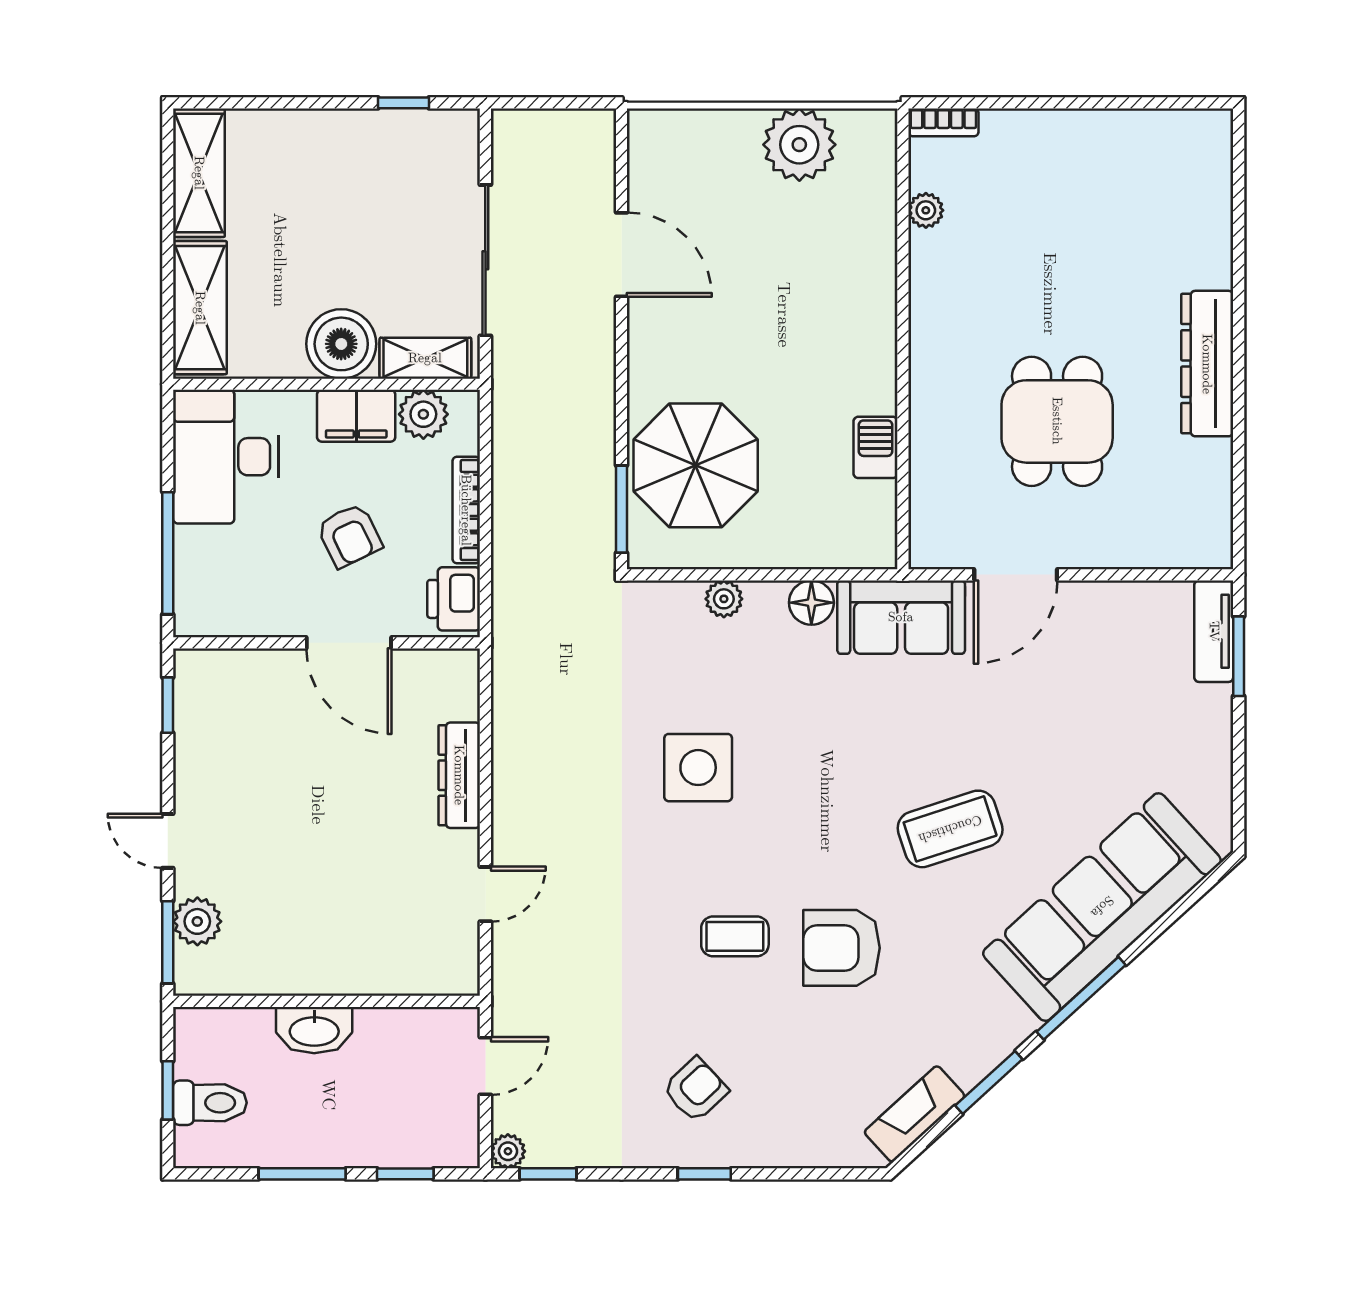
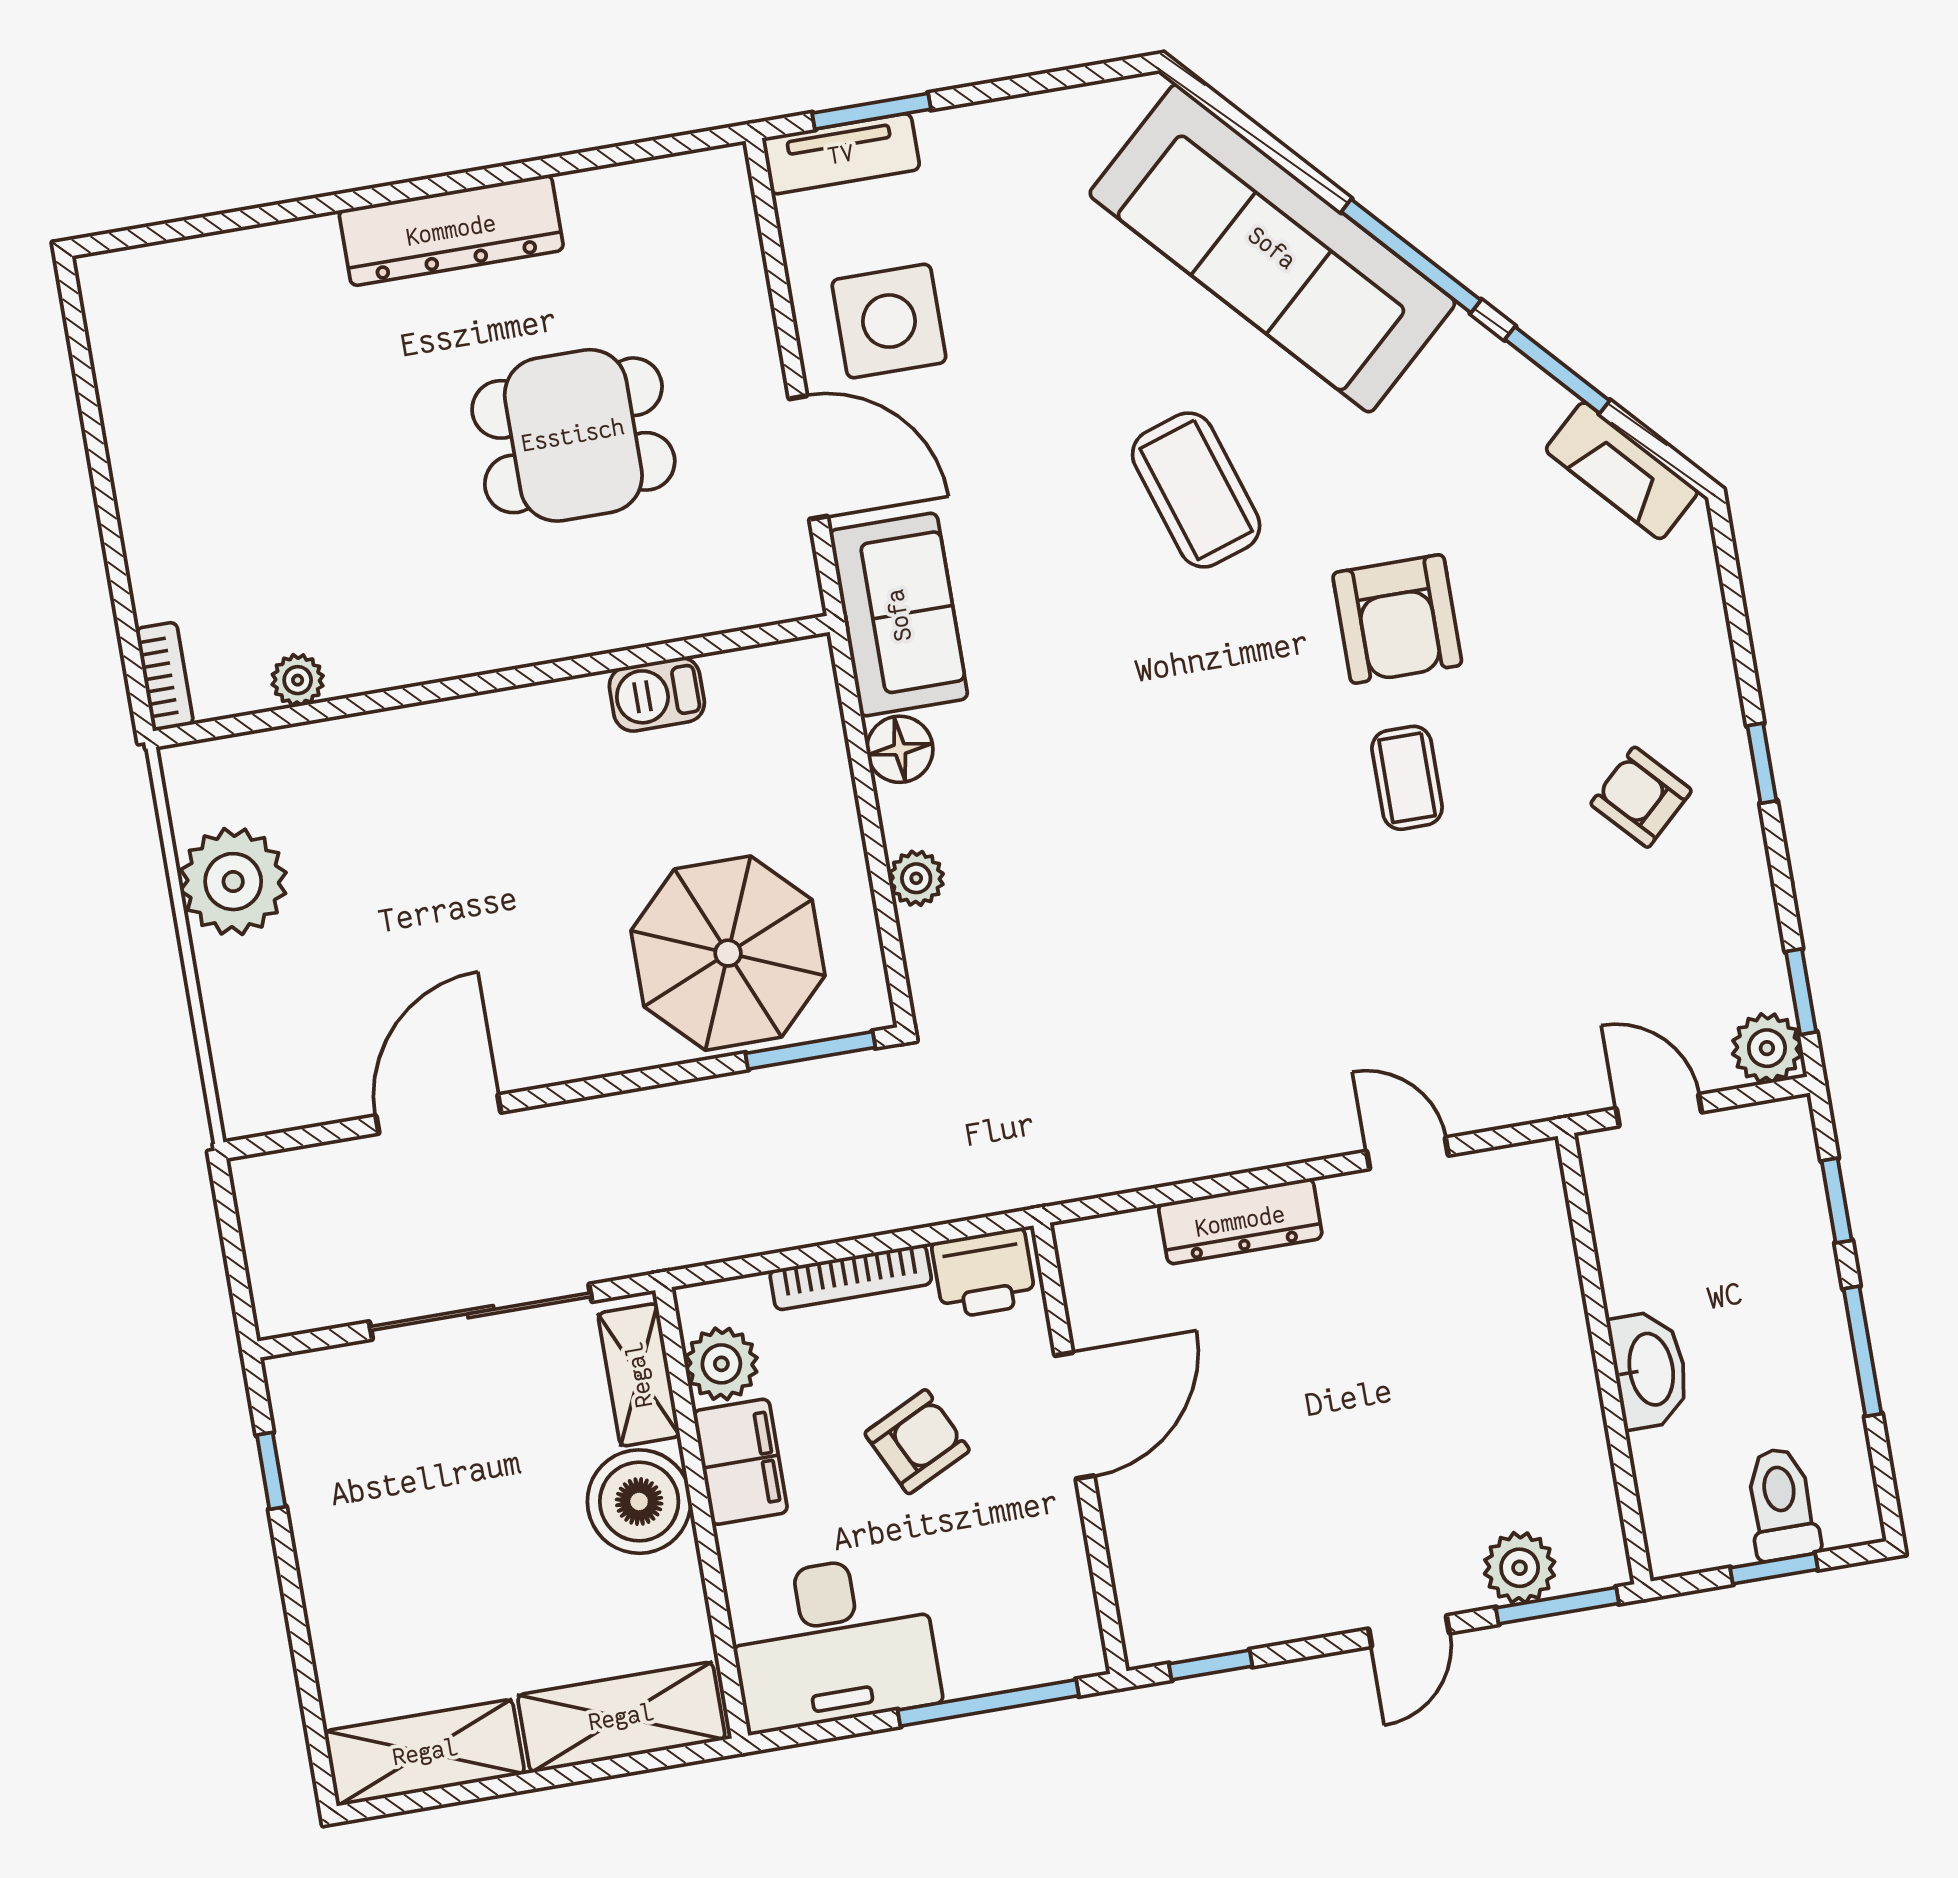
side table: (698, 768) -> (889, 321), moved
plant: (508, 1151) -> (1767, 1048), width x1.38, depth x1.38

